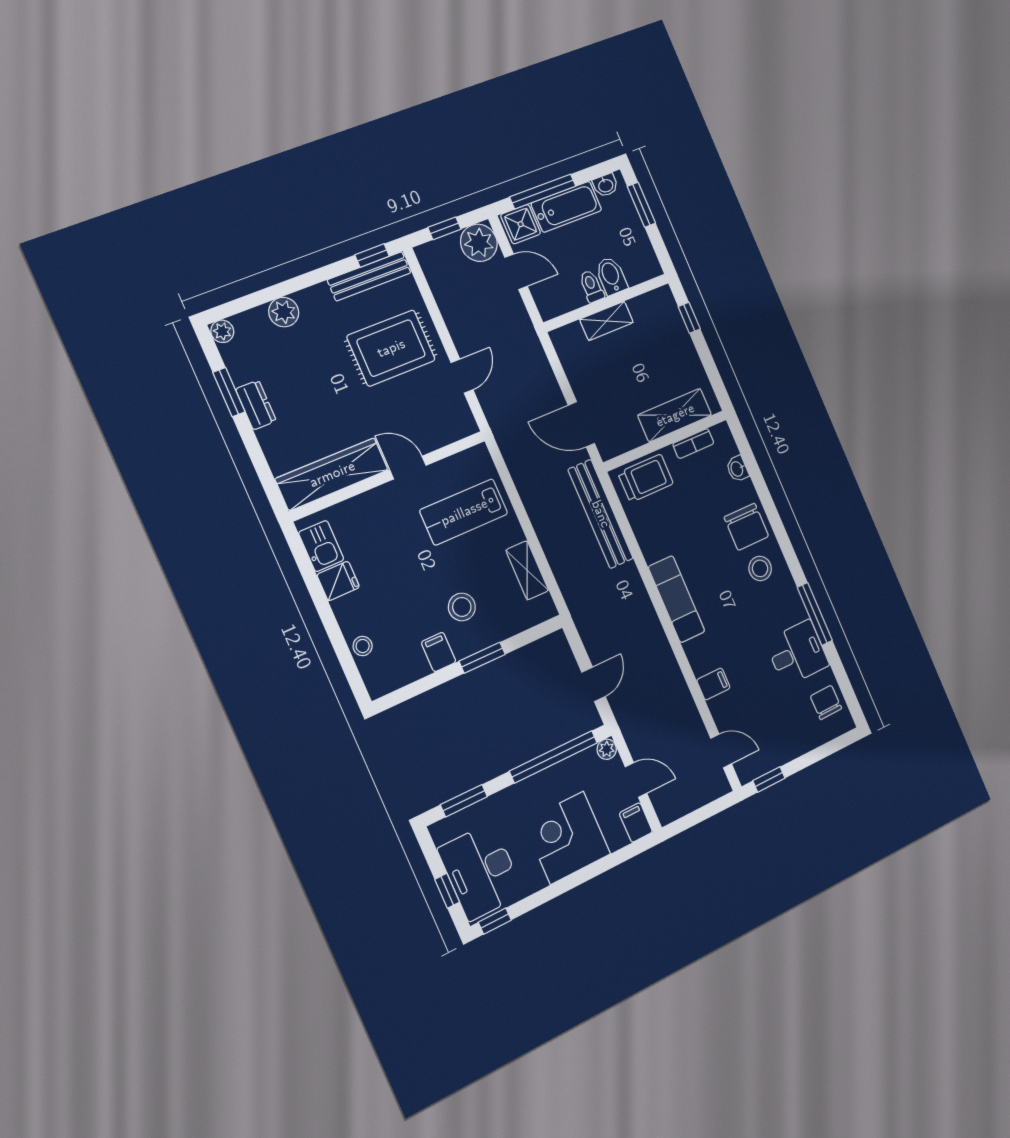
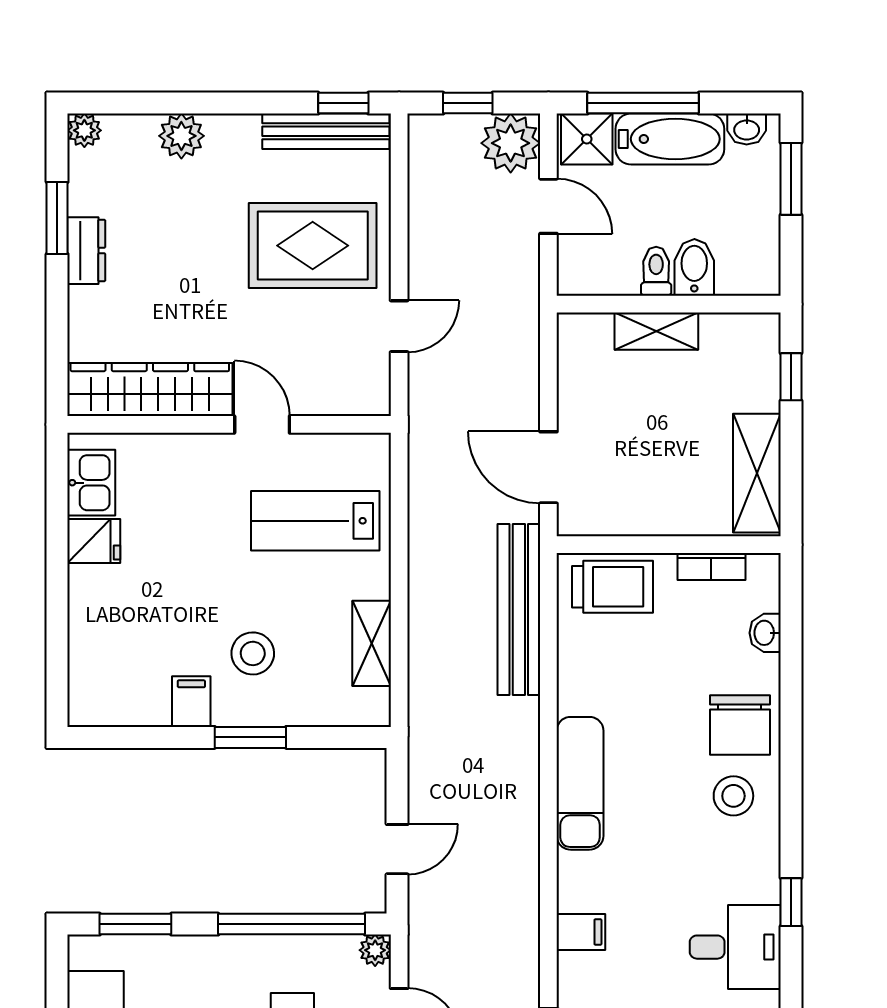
shelving: (675, 415) -> (757, 473), moved, turned 90
window: (815, 614) -> (791, 902), width x0.46
stool: (363, 646) -> (88, 646), removed

